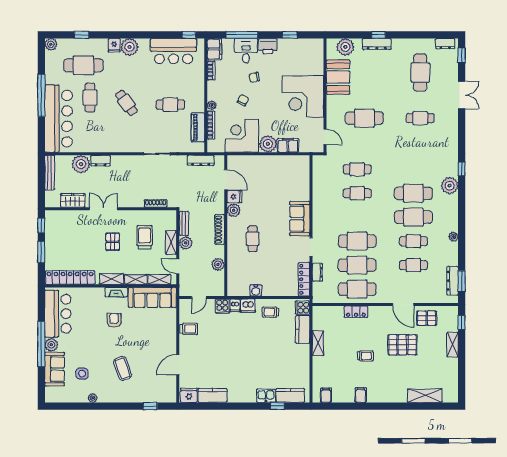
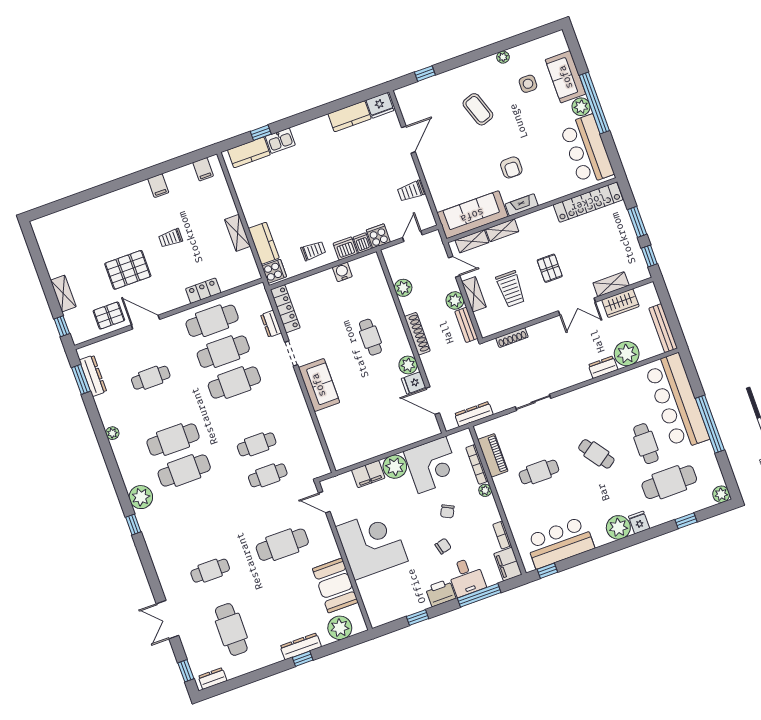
cafe table: (413, 241) -> (162, 409), removed
shelving: (112, 279) -> (611, 284), moved
shelving: (425, 396) -> (75, 215), removed

